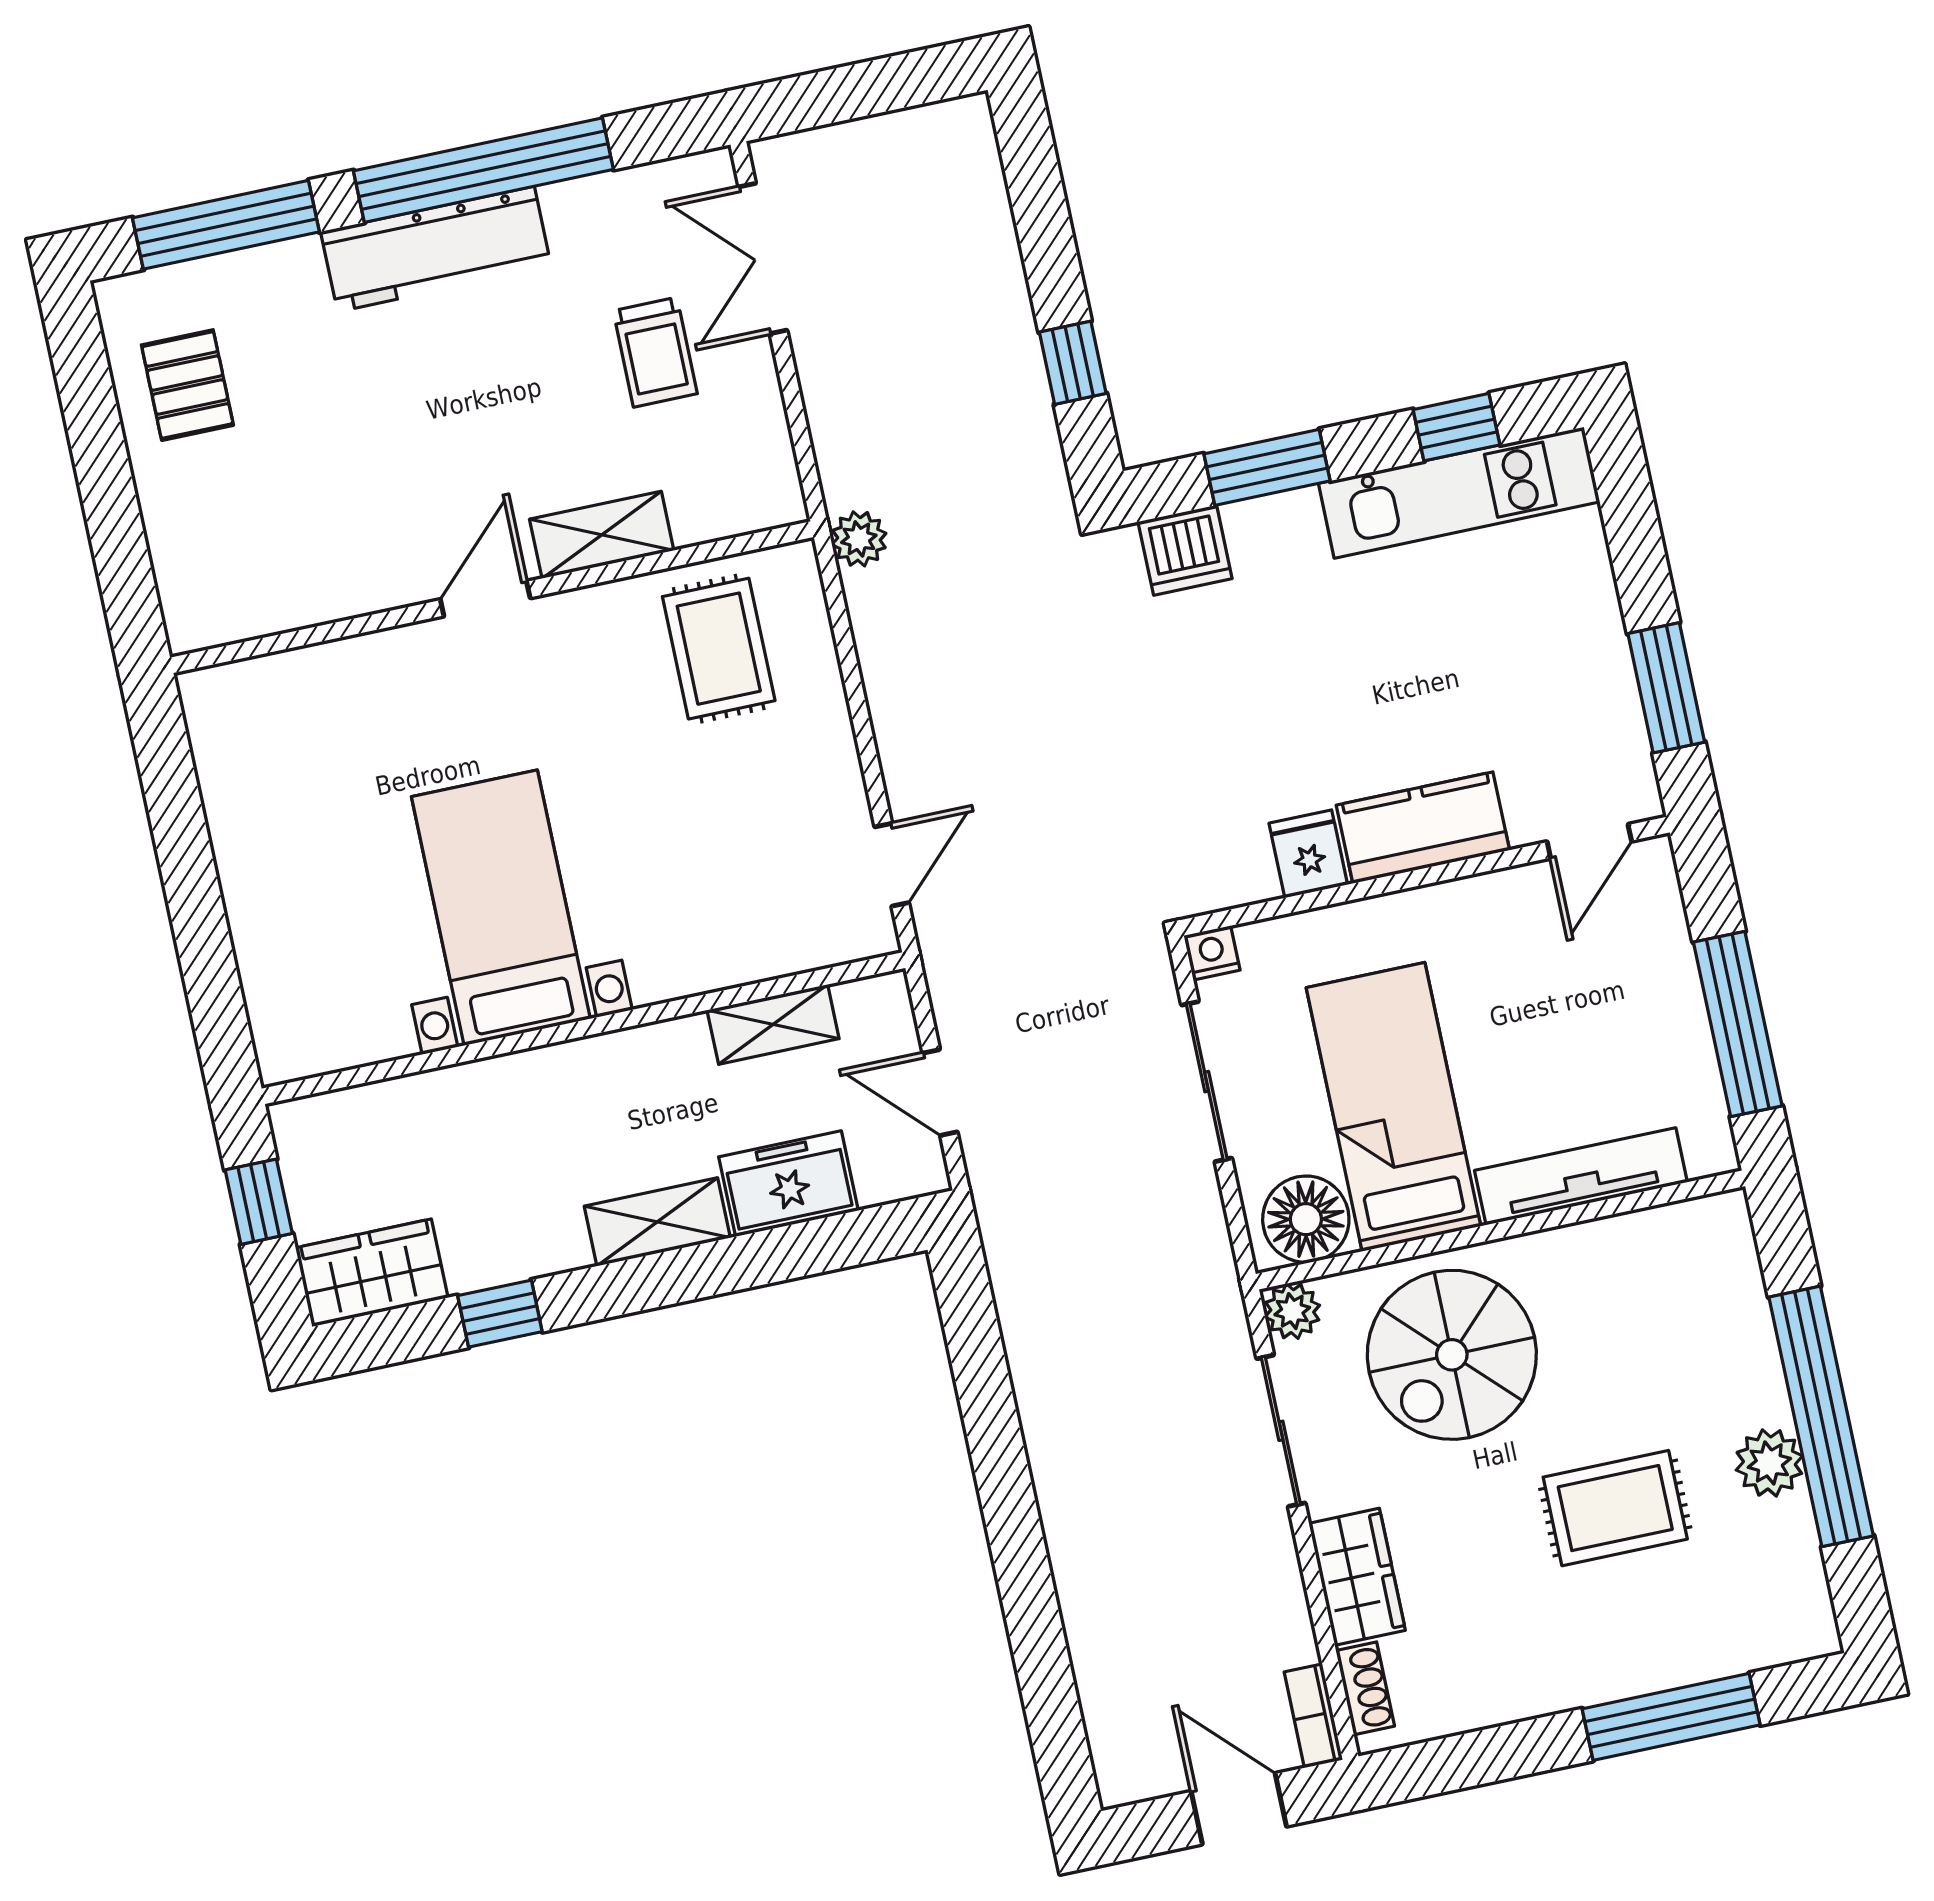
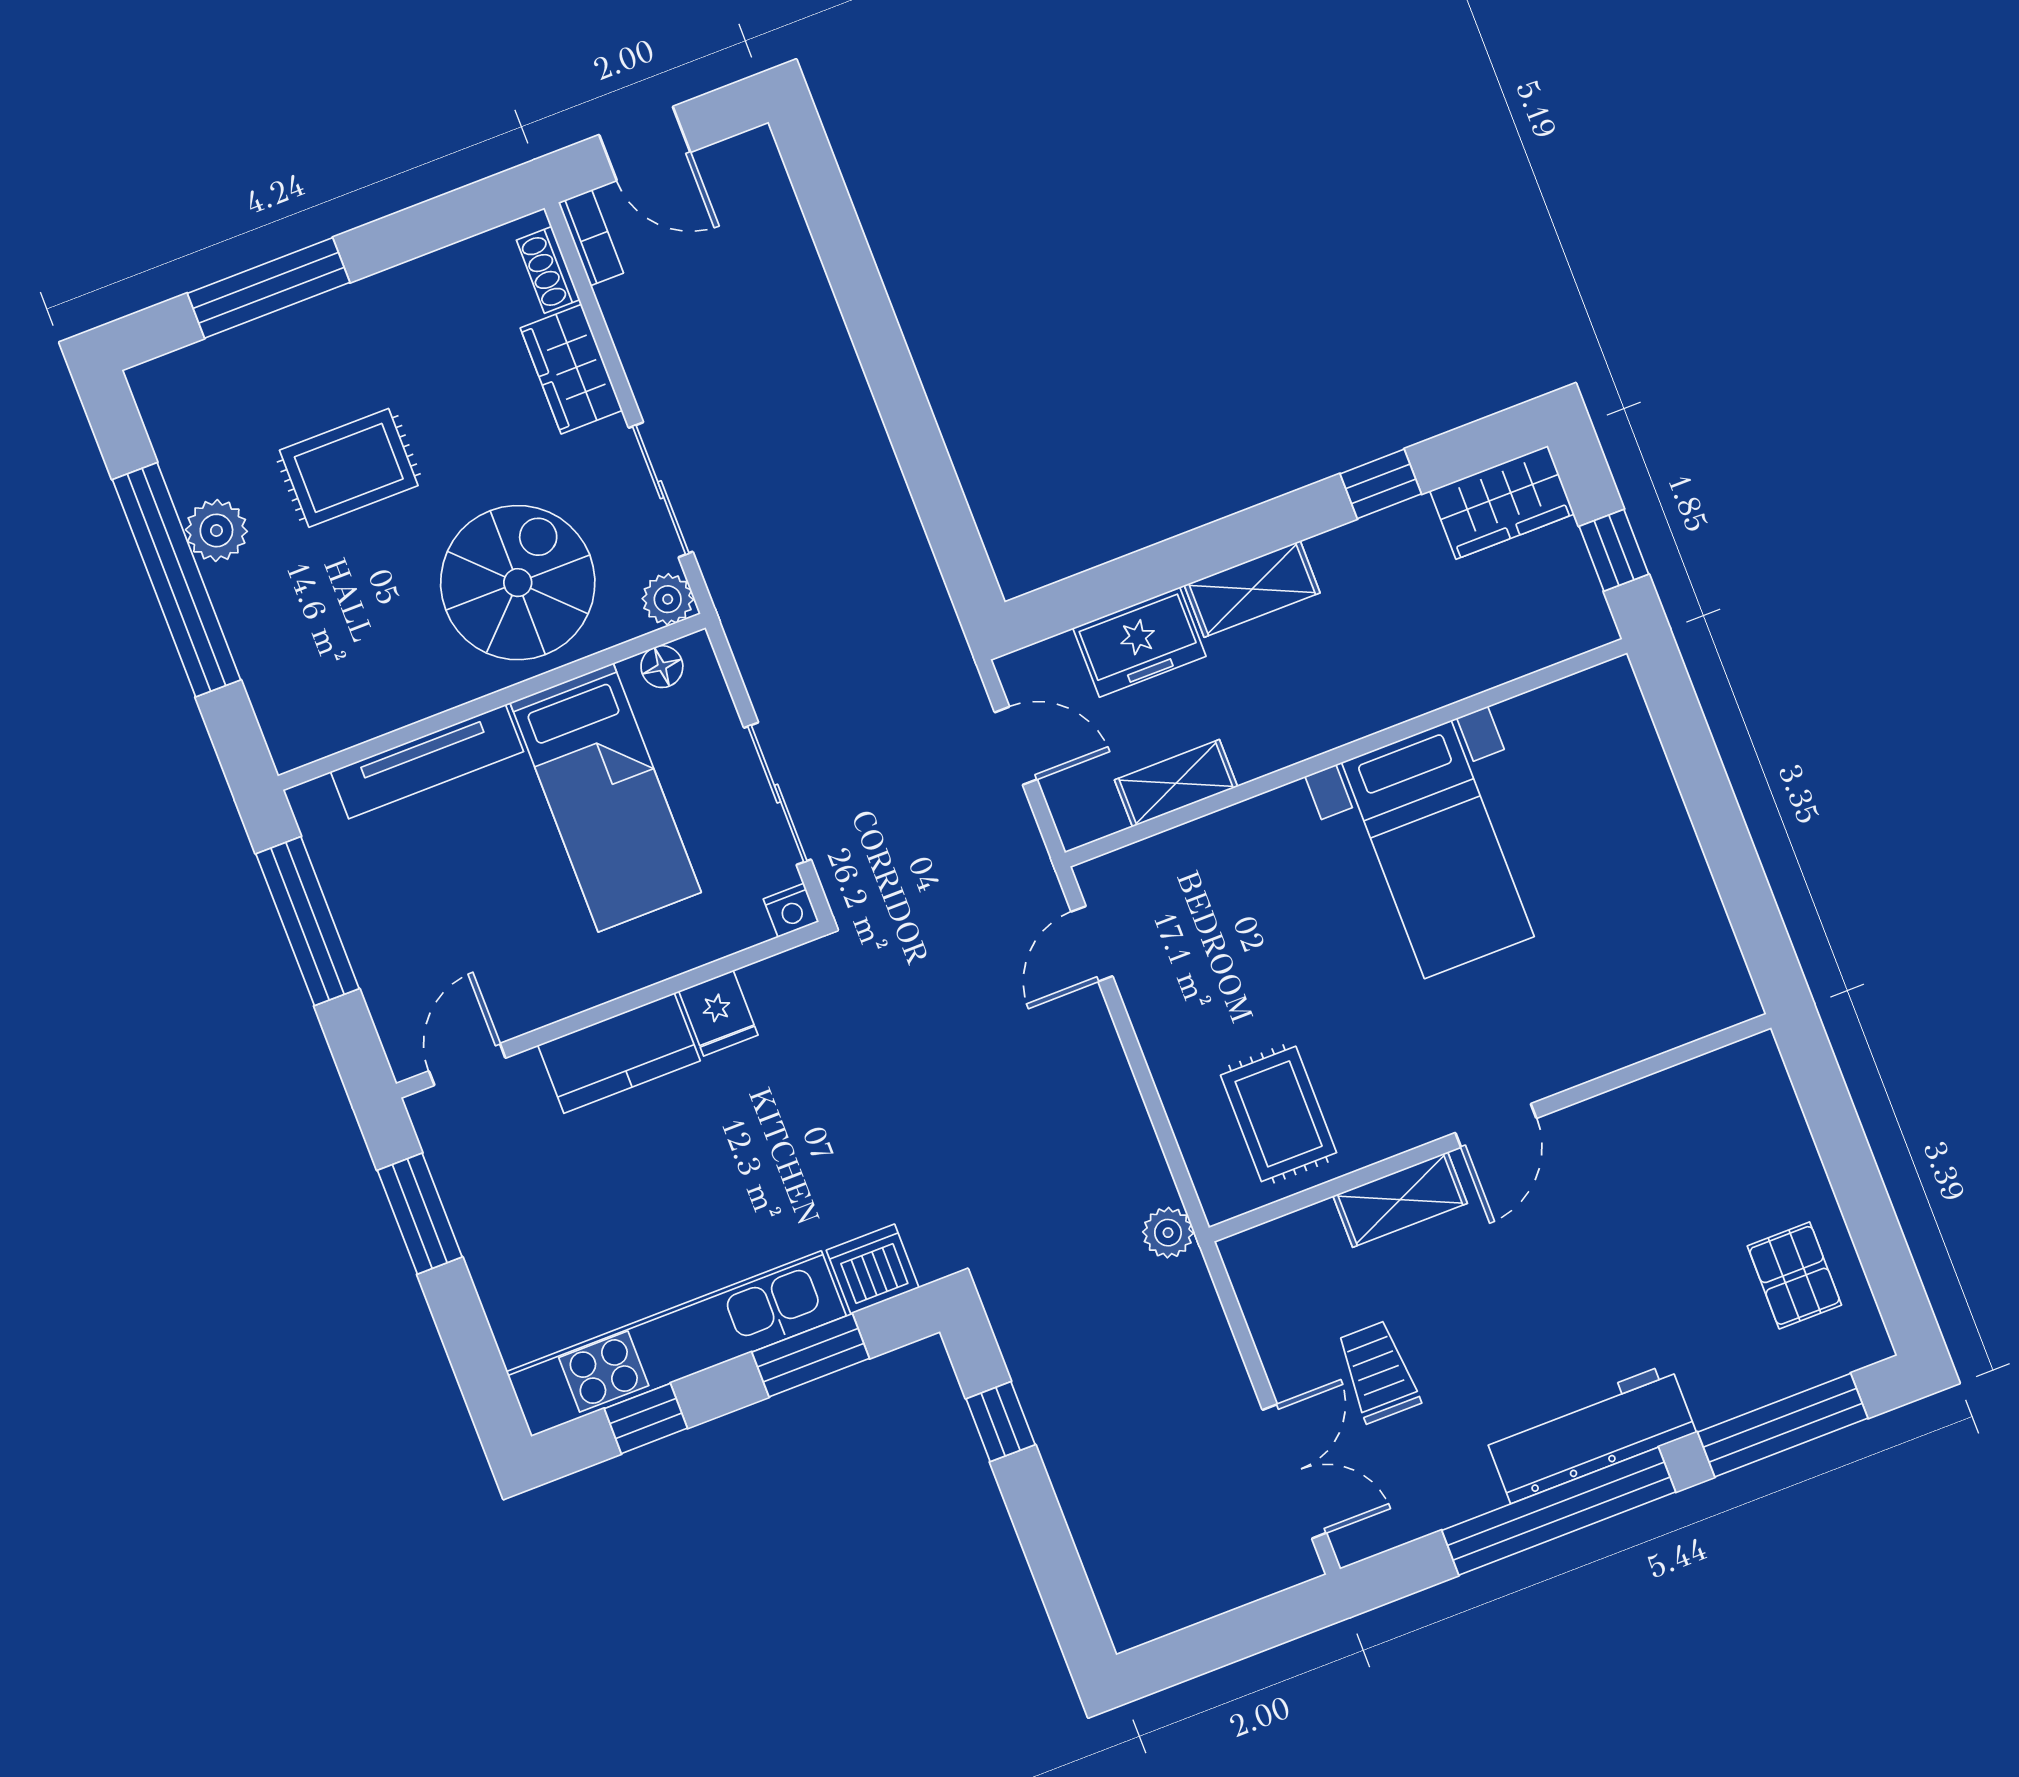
kitchen unit: (1459, 493) -> (676, 1344), width x1.36
floor lamp: (1306, 1219) -> (662, 667), width x0.53, depth x0.53

